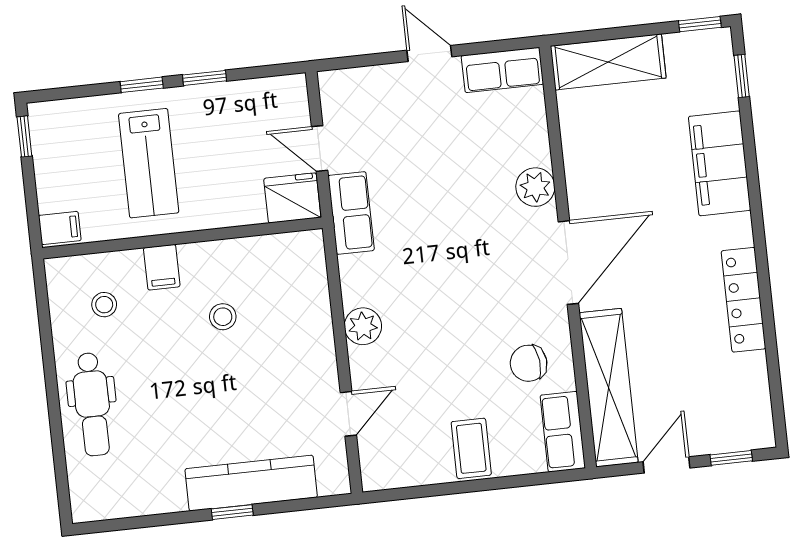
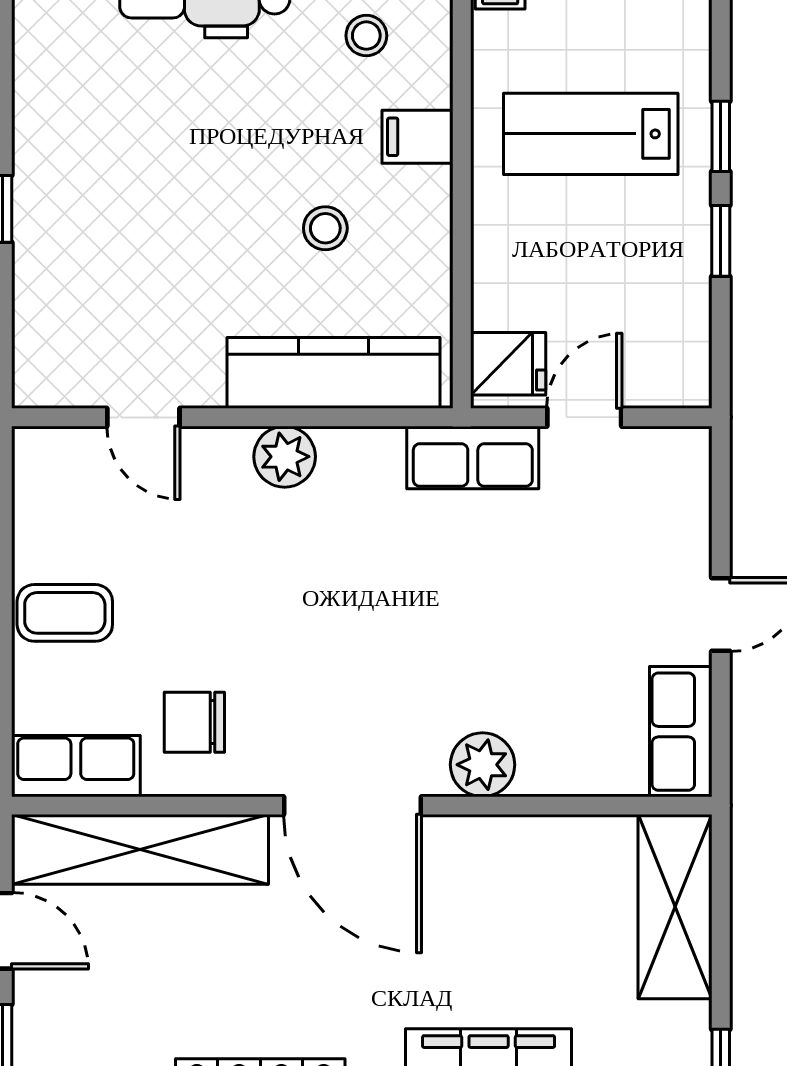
fridge: (292, 198) -> (508, 364), width x0.72
chair: (529, 363) -> (194, 722), turned -84
kitchen counter: (251, 483) -> (334, 373), moved, turned -90

